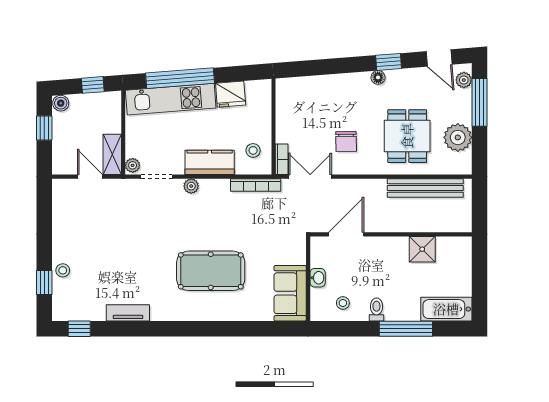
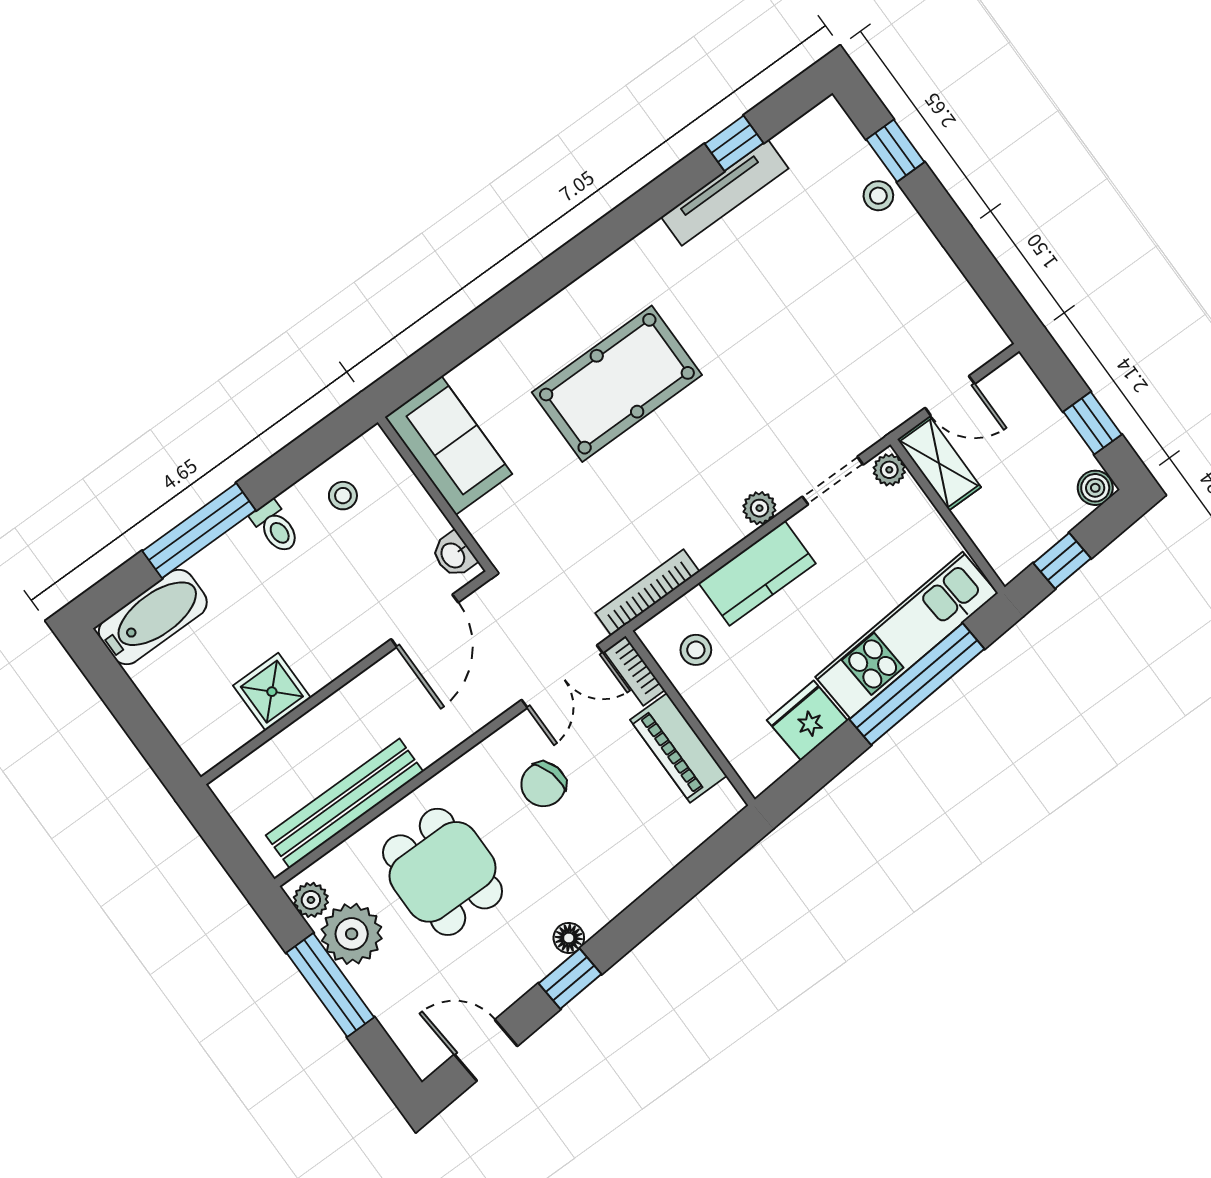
plant: (464, 80) -> (311, 900), moved
window: (480, 102) -> (330, 985), moved
piano: (286, 119) -> (679, 748), added
chair: (346, 141) -> (543, 784), turned -104
washbasin: (318, 278) -> (454, 555), moved
tv unit: (128, 313) -> (725, 193), width x1.41
window: (79, 329) -> (734, 143), moved

